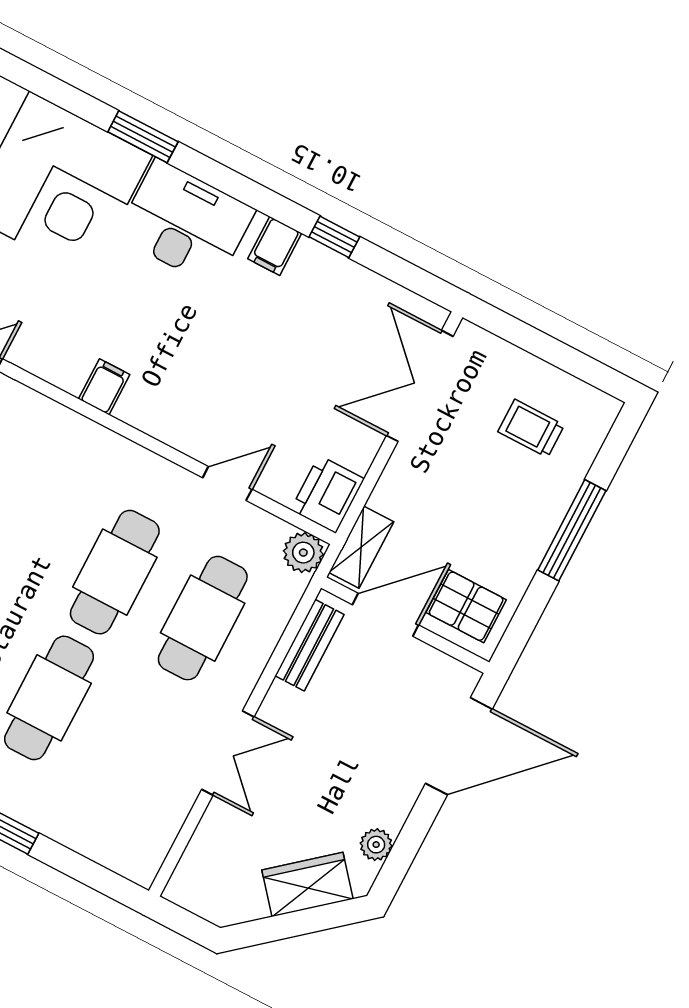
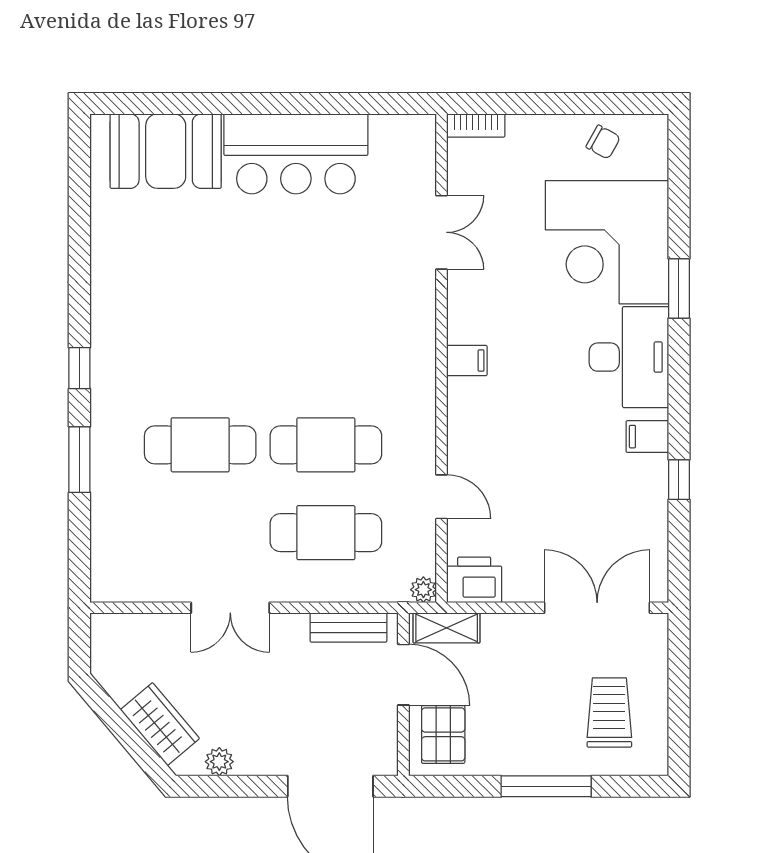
trolley: (531, 428) -> (609, 713), width x1.36, depth x1.39
plant: (303, 553) -> (423, 590), width x0.73, depth x0.73

